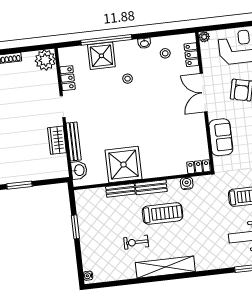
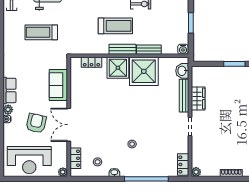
shower: (101, 56) -> (118, 68), moved
plant: (45, 60) -> (196, 172), width x0.53, depth x0.53
locker: (67, 78) -> (183, 165), moved
double door: (204, 93) -> (69, 125), swing flipped
locker: (198, 167) -> (91, 62), moved
water cooler: (187, 183) -> (183, 49), moved
treadmill: (163, 213) -> (115, 26), turned 180

